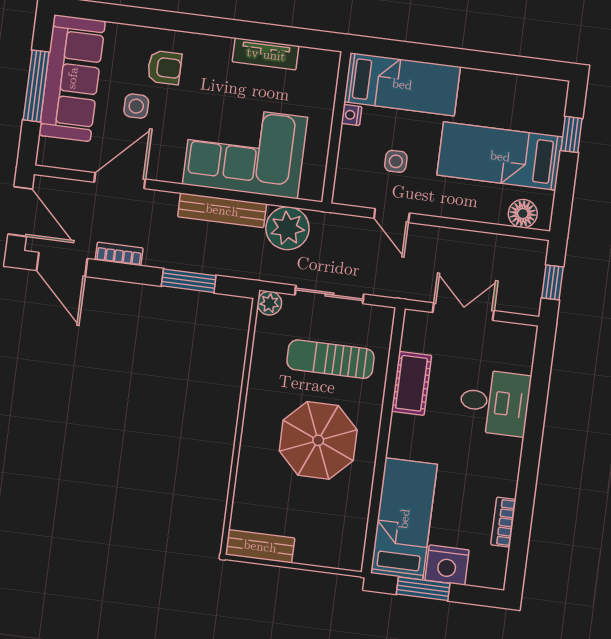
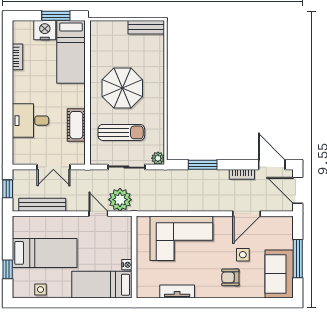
sofa: (72, 78) -> (279, 274), width x0.73
side table: (396, 161) -> (41, 290), moved
bench: (222, 210) -> (42, 205), moved
floor lamp: (523, 214) -> (28, 224), removed
plant: (287, 228) -> (120, 200), moved

